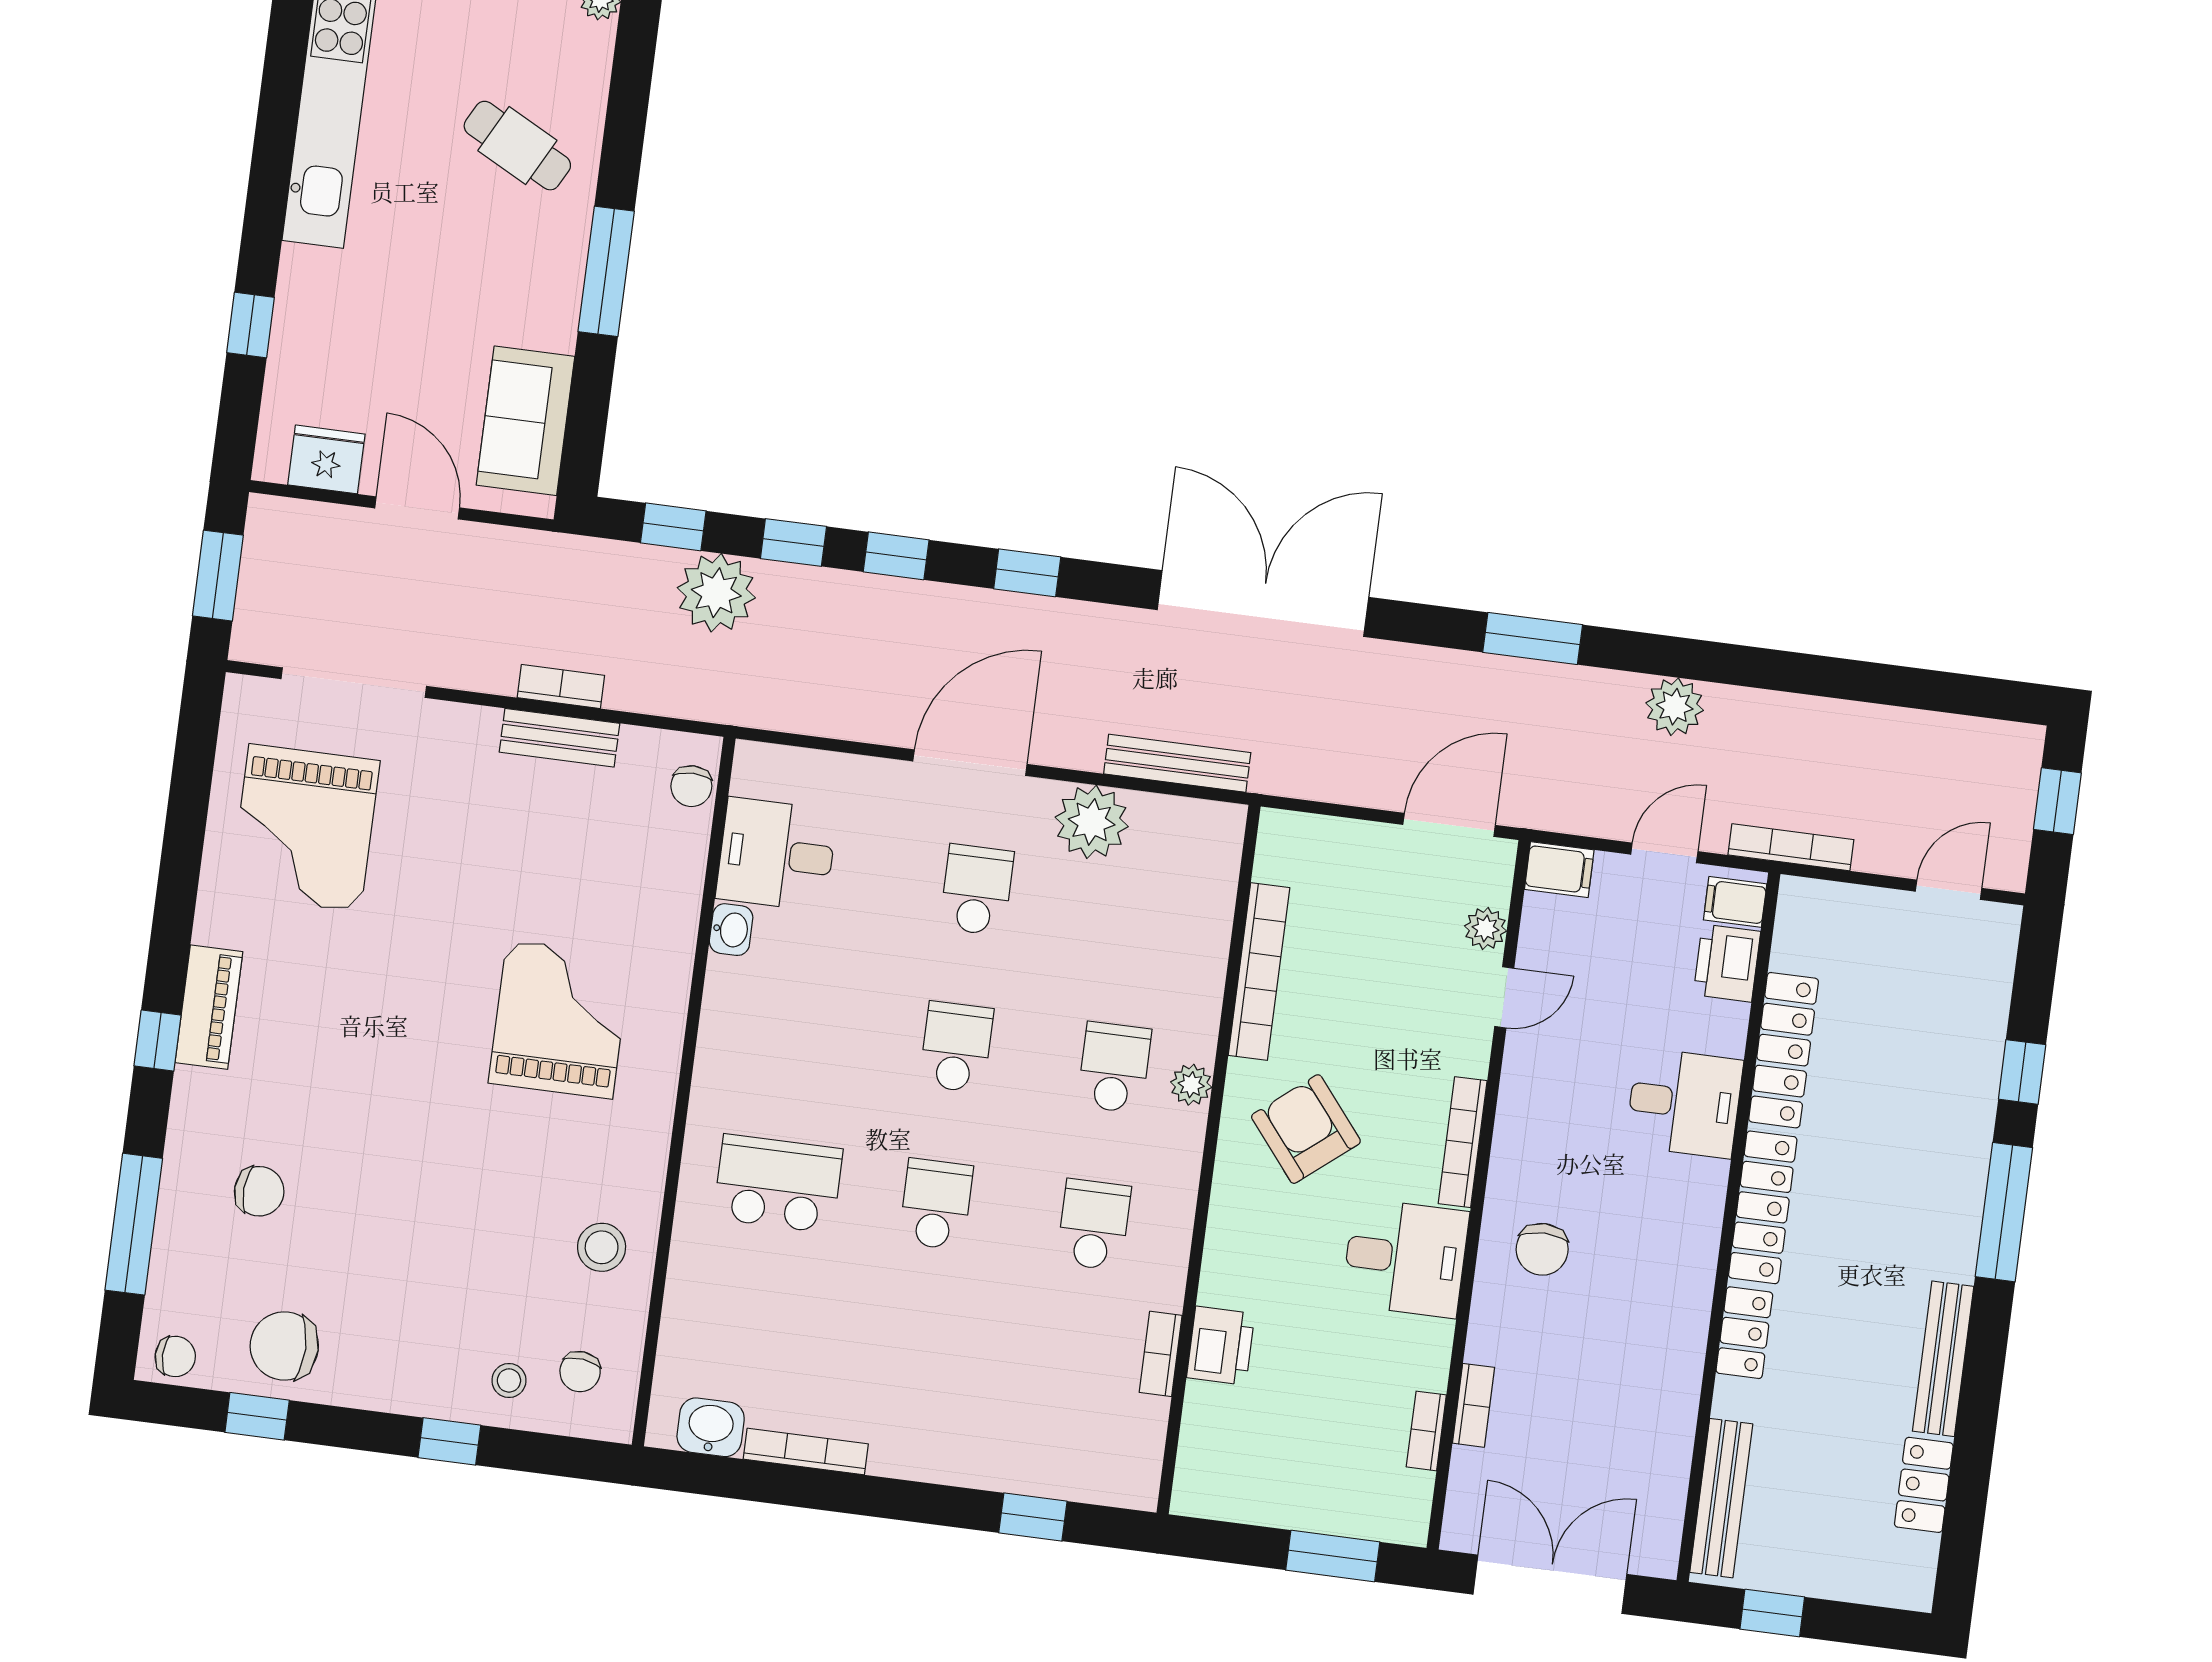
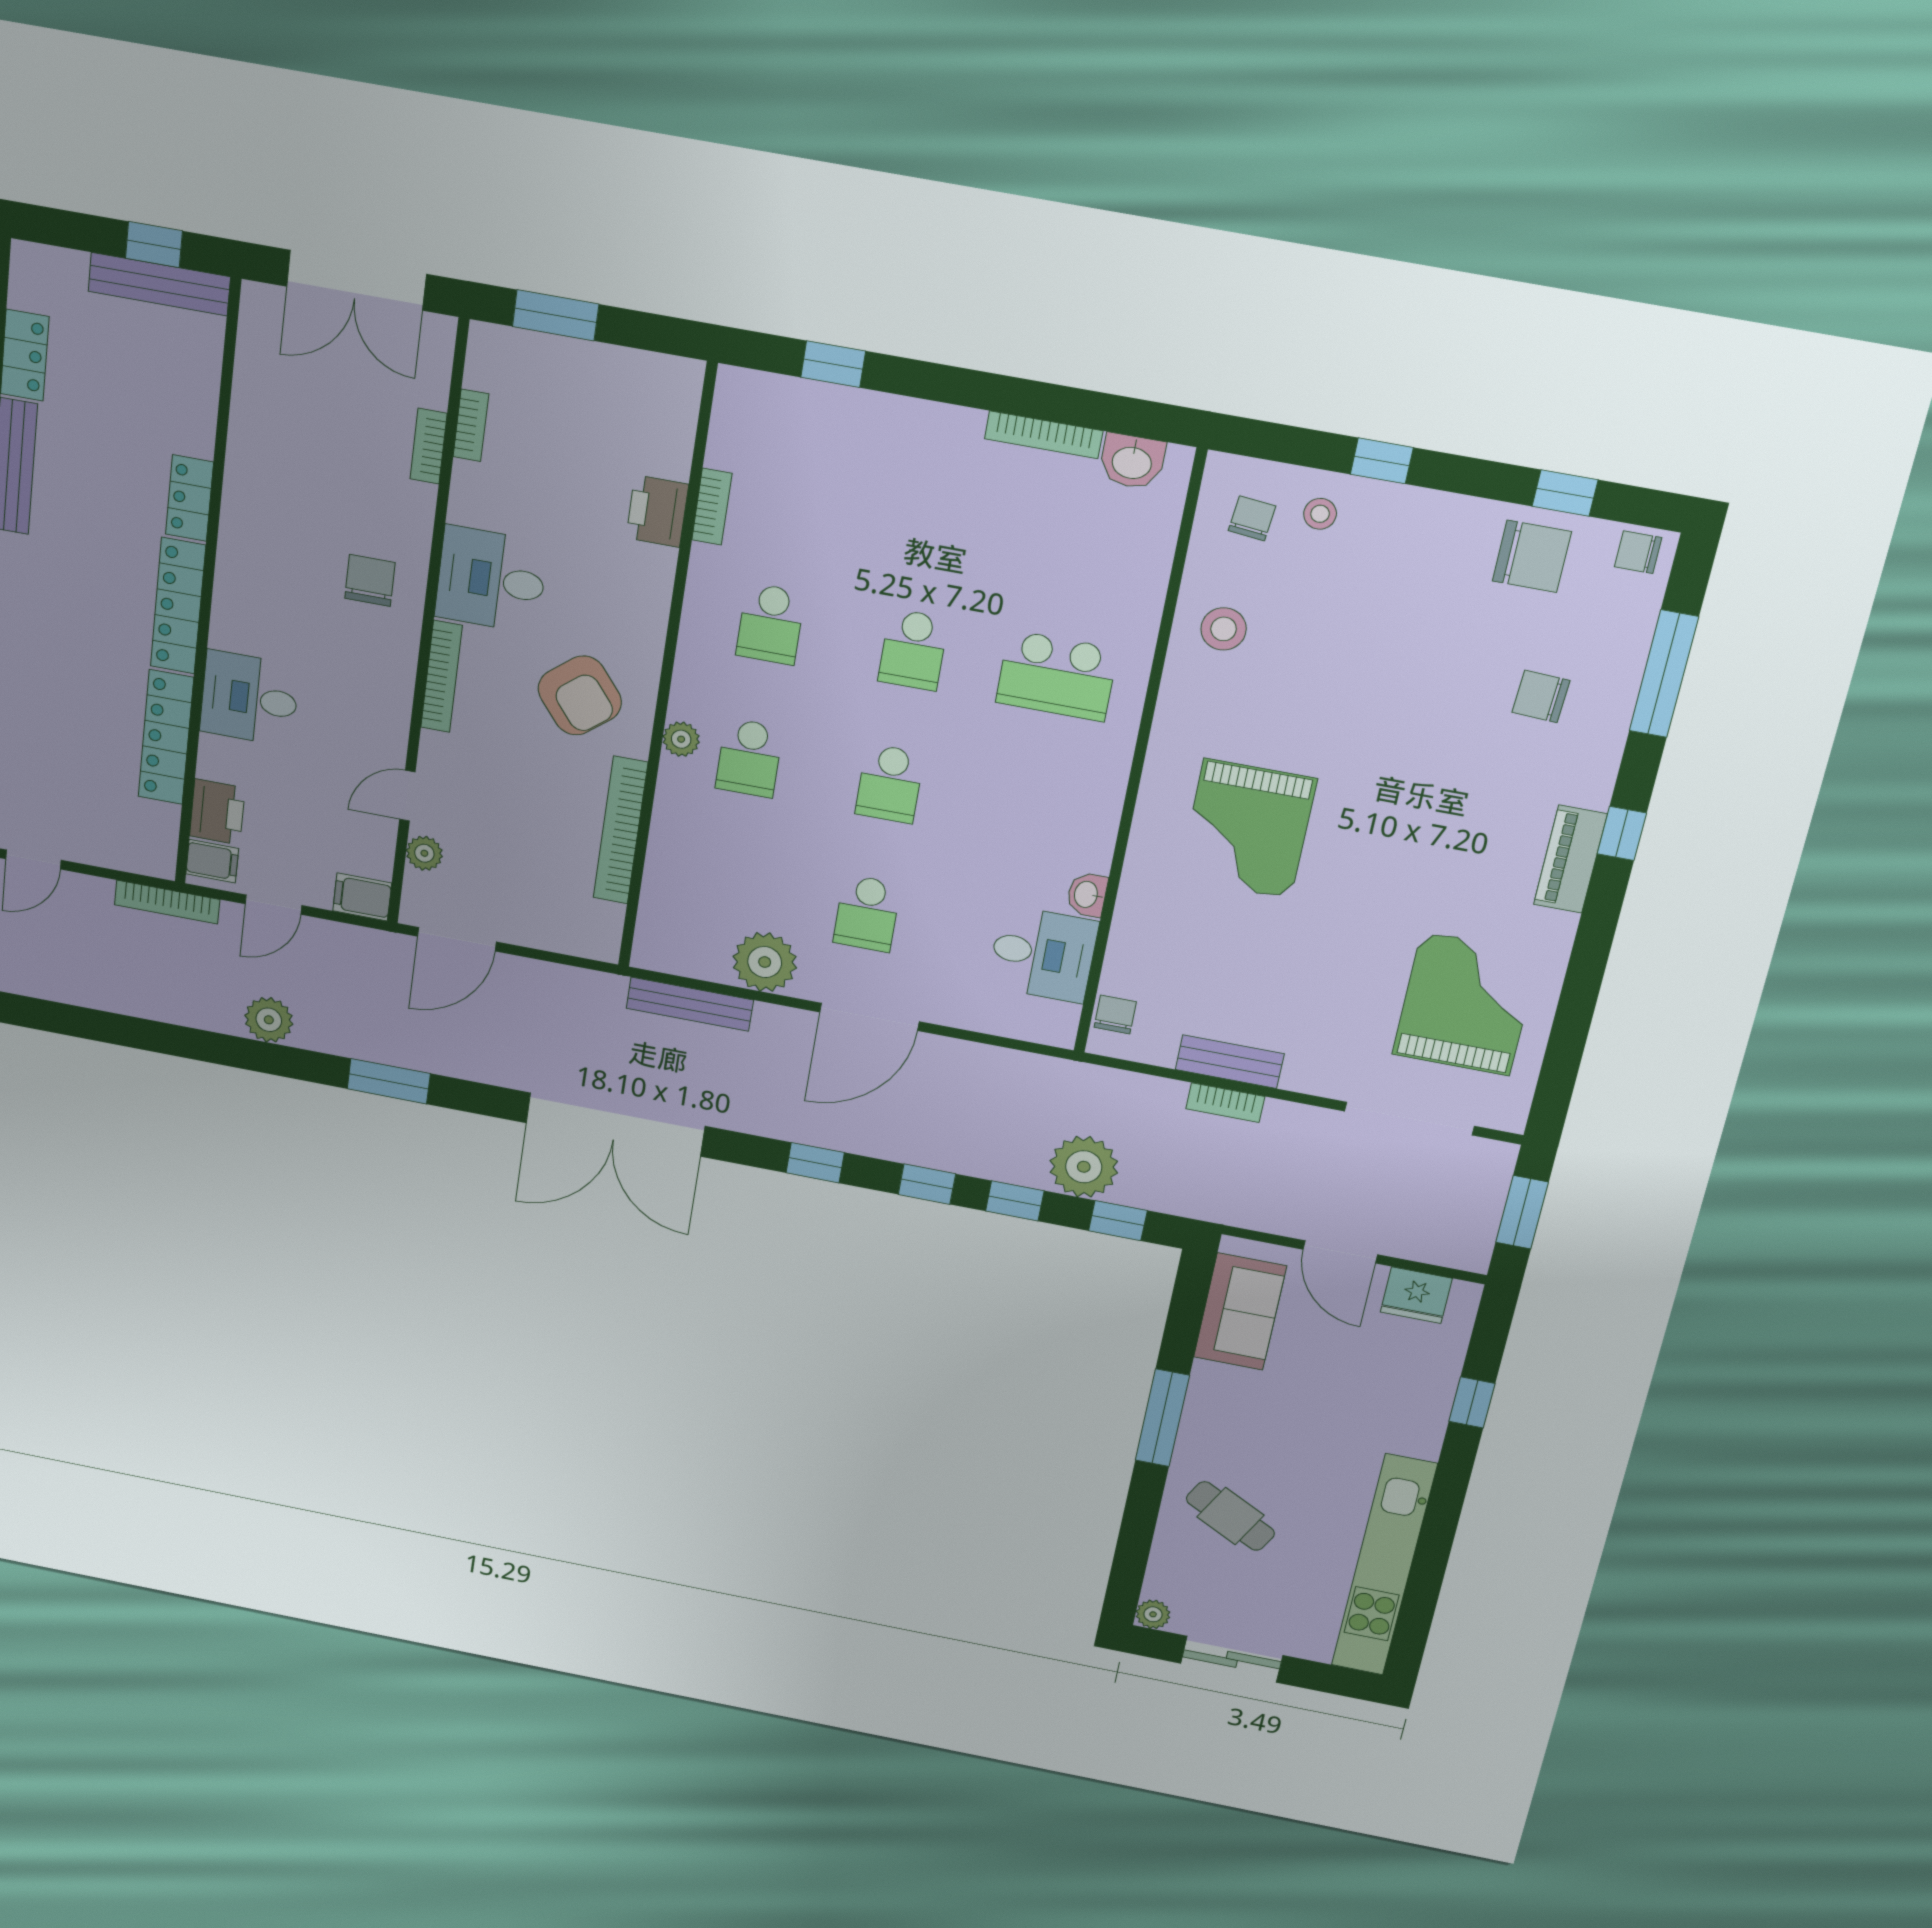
bench: (1721, 1498) -> (159, 284), moved, turned 90

